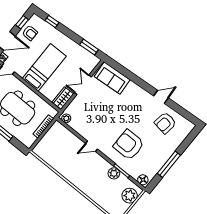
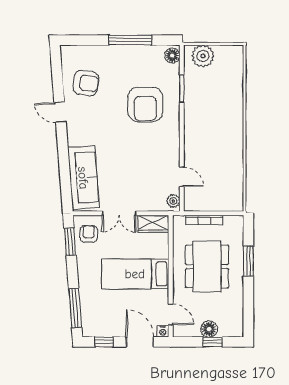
window: (52, 22) -> (75, 308), width x2.17
armchair: (30, 33) -> (89, 234), moved
sofa: (112, 78) -> (83, 178), width x1.36
door: (92, 146) -> (182, 177), moved
plant: (114, 173) -> (192, 95), removed

